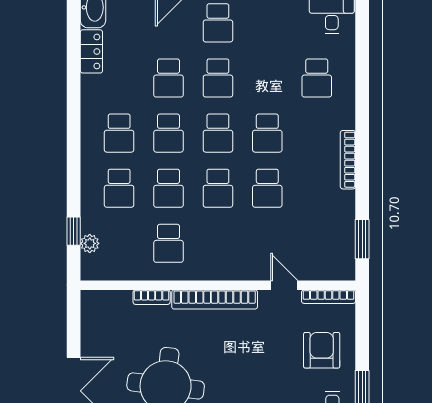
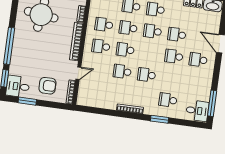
school desk: (218, 133) -> (101, 46), moved
window: (362, 239) -> (160, 119), moved

